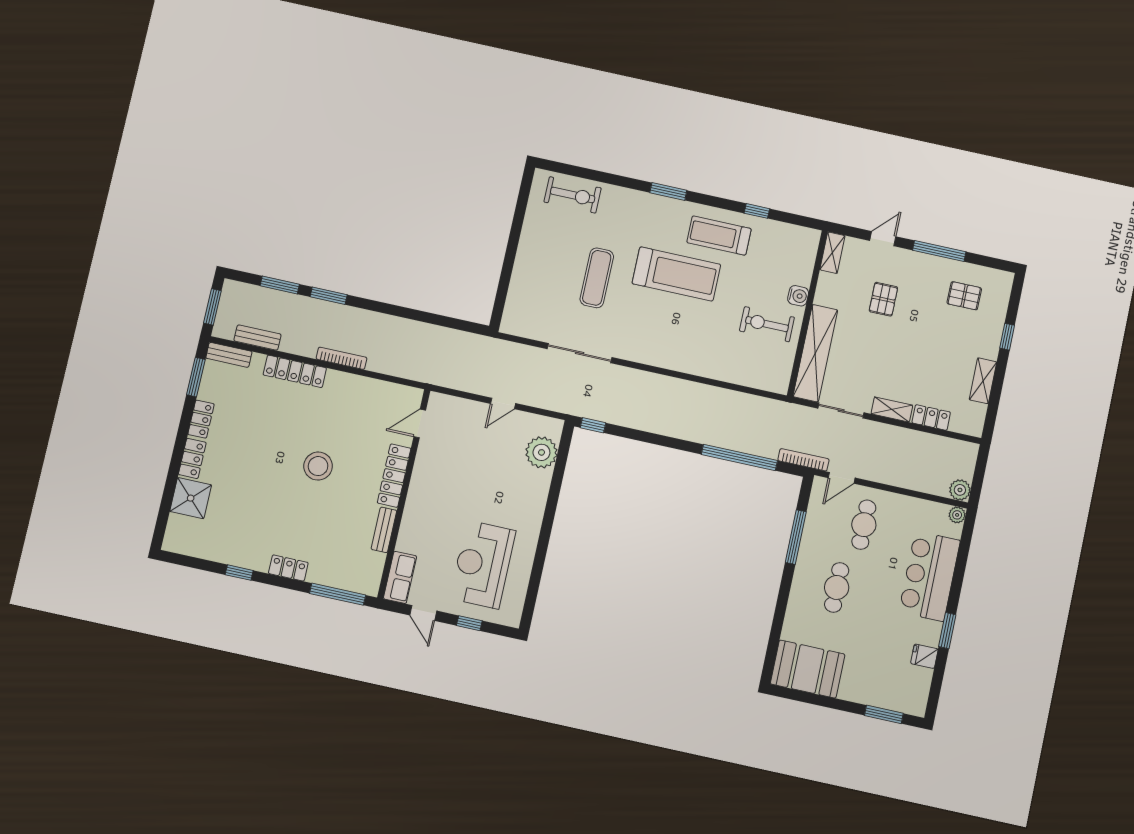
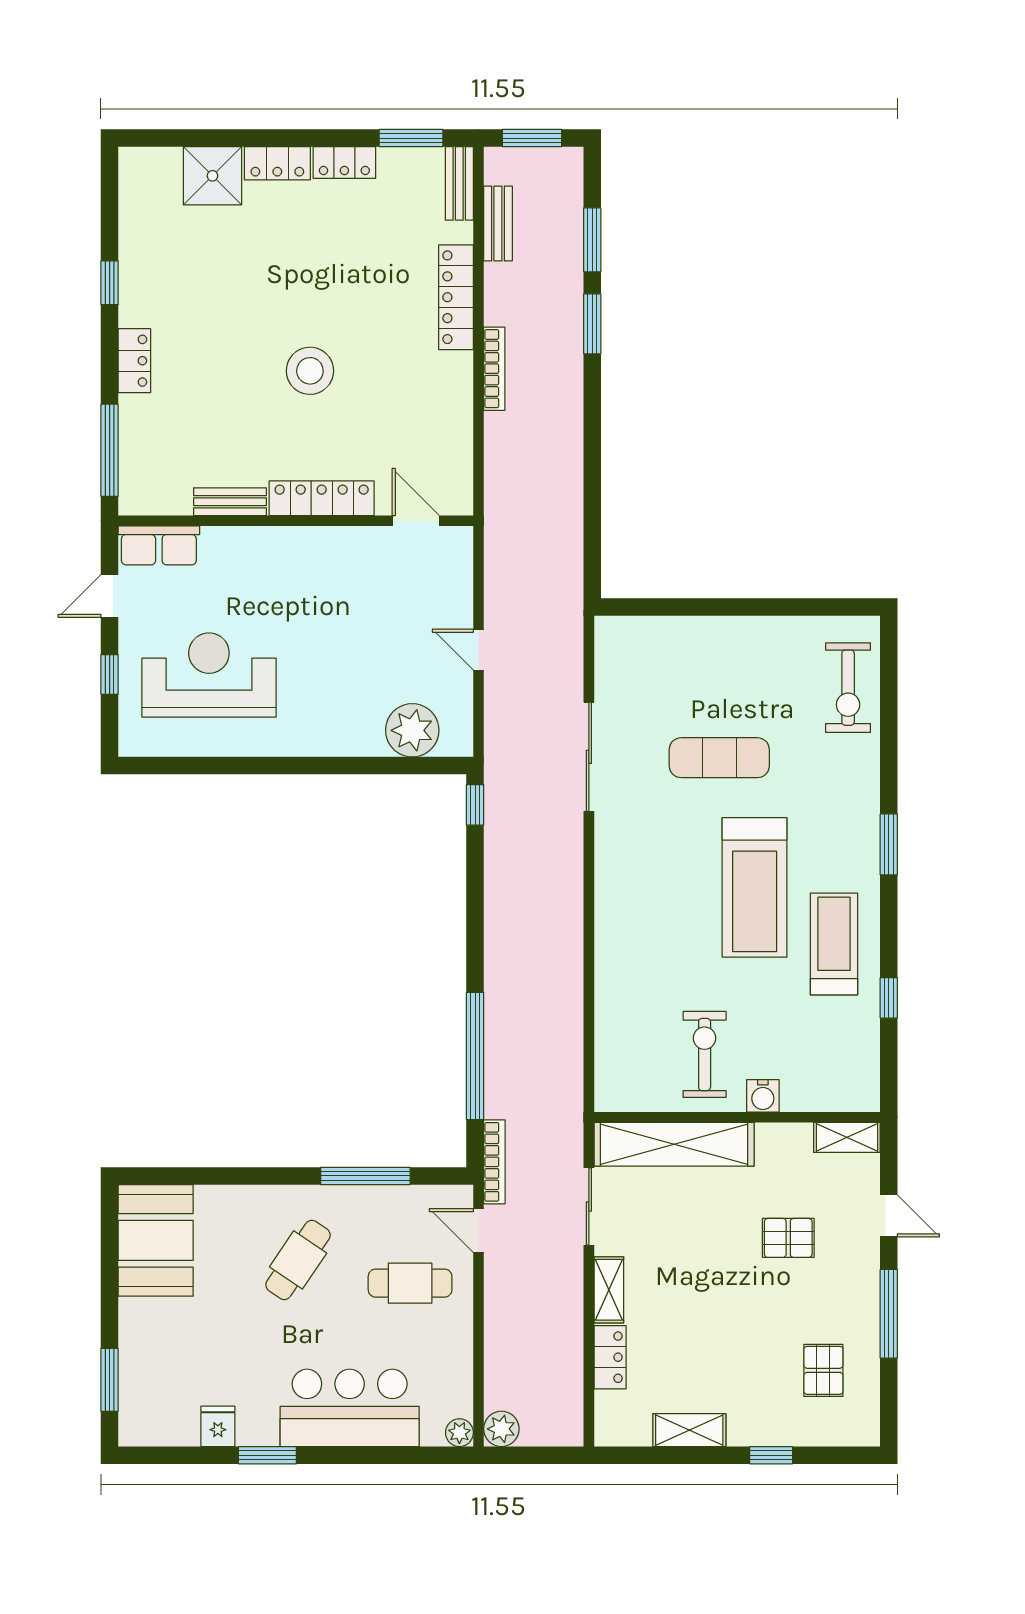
cafe table: (837, 587) -> (298, 1260), turned -56

